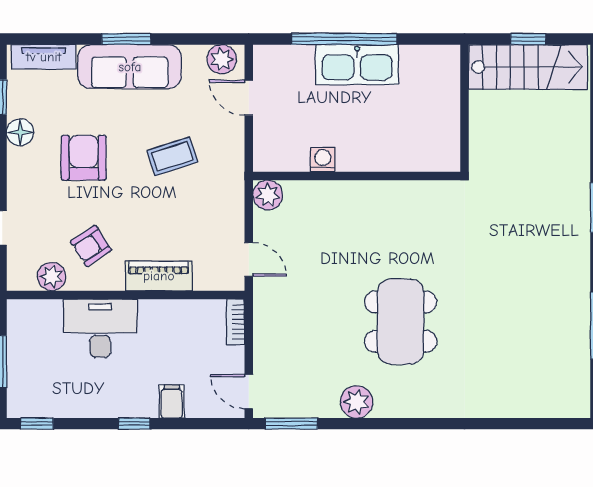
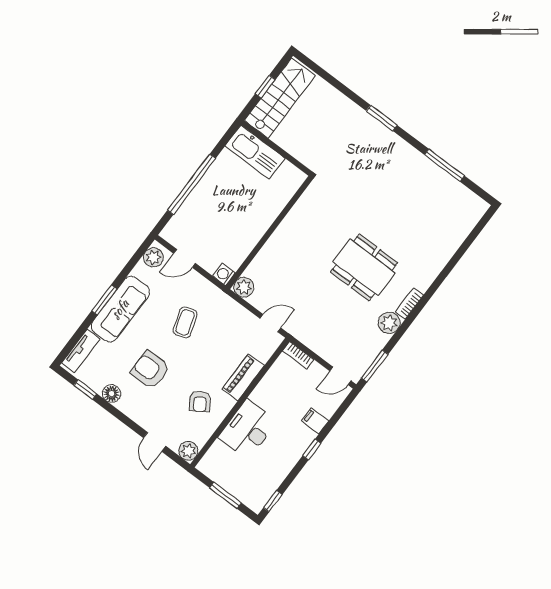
kitchen sink: (357, 65) -> (255, 152), moved, turned 90
washing machine: (323, 160) -> (224, 274), moved
plant: (52, 277) -> (188, 451), moved
bookcase: (398, 409) -> (409, 304), added

